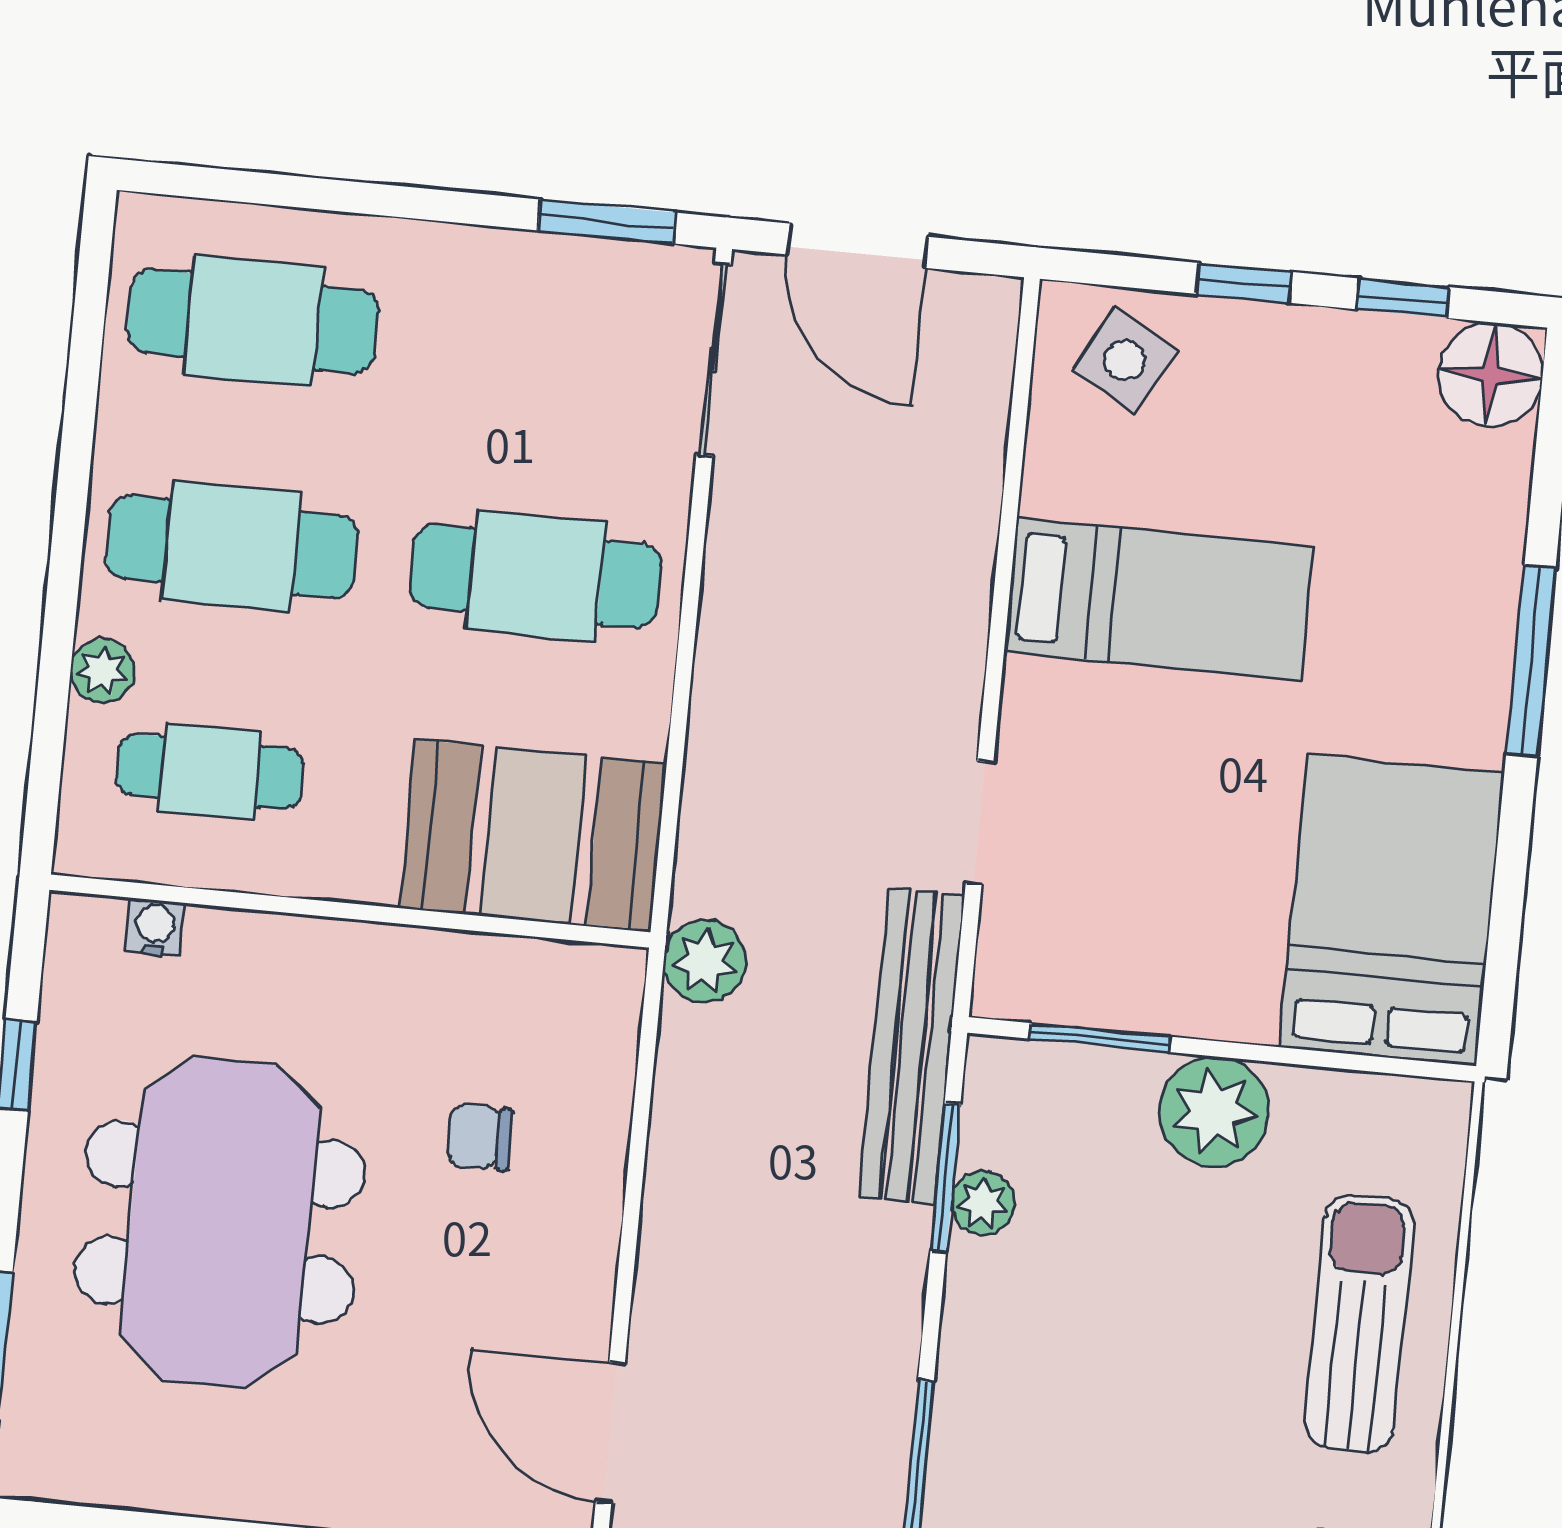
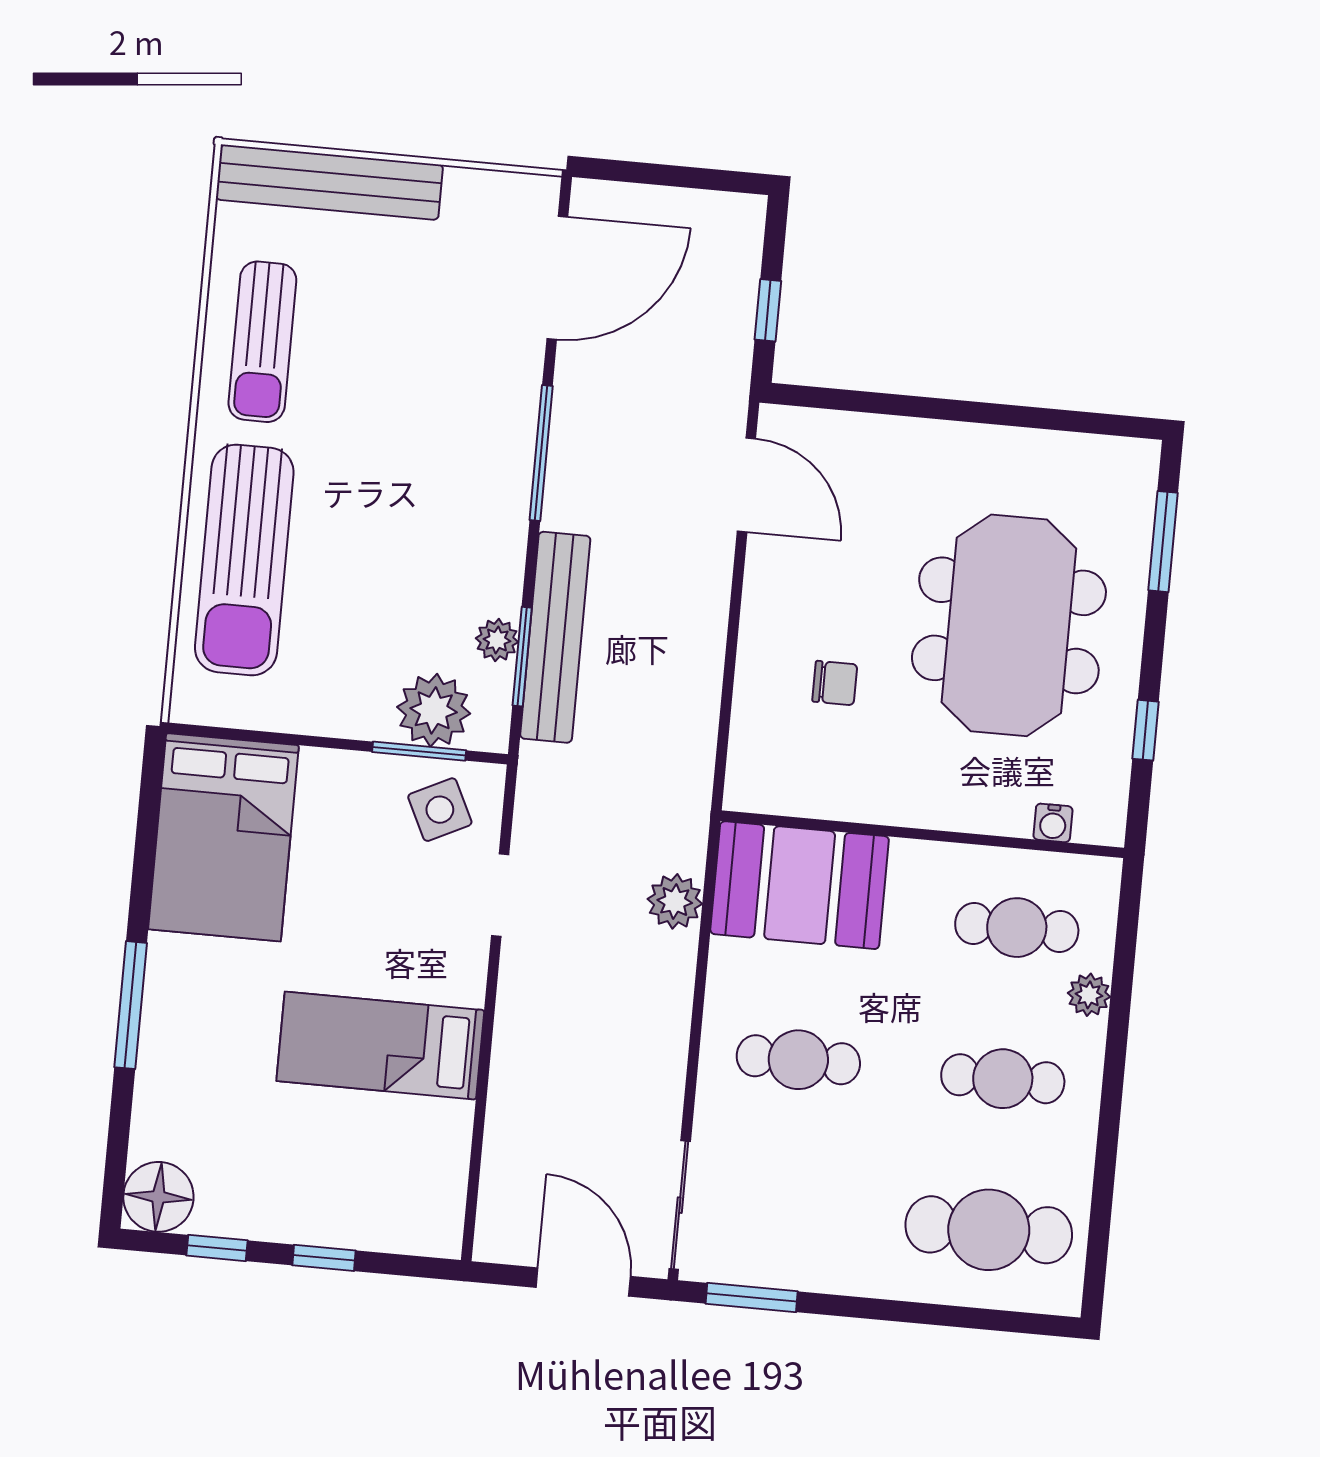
side table: (1125, 360) -> (440, 810), moved, turned 35
cafe table: (231, 546) -> (1003, 1079), width x0.73, depth x0.74
cafe table: (536, 576) -> (798, 1060), width x0.73, depth x0.74
plant: (705, 961) -> (675, 901), moved
bench: (912, 1046) -> (555, 637), moved
plant: (1214, 1112) -> (434, 710), moved
sun lounger: (1359, 1323) -> (244, 560), width x1.36, depth x1.34

